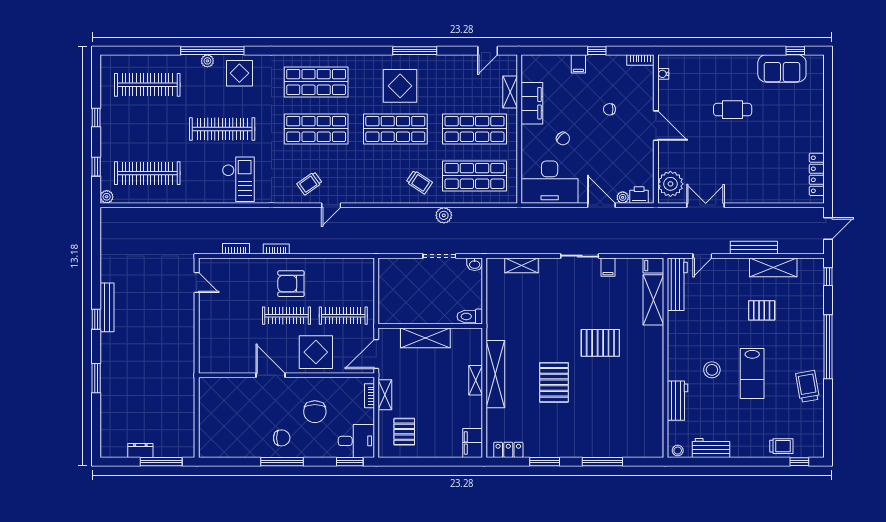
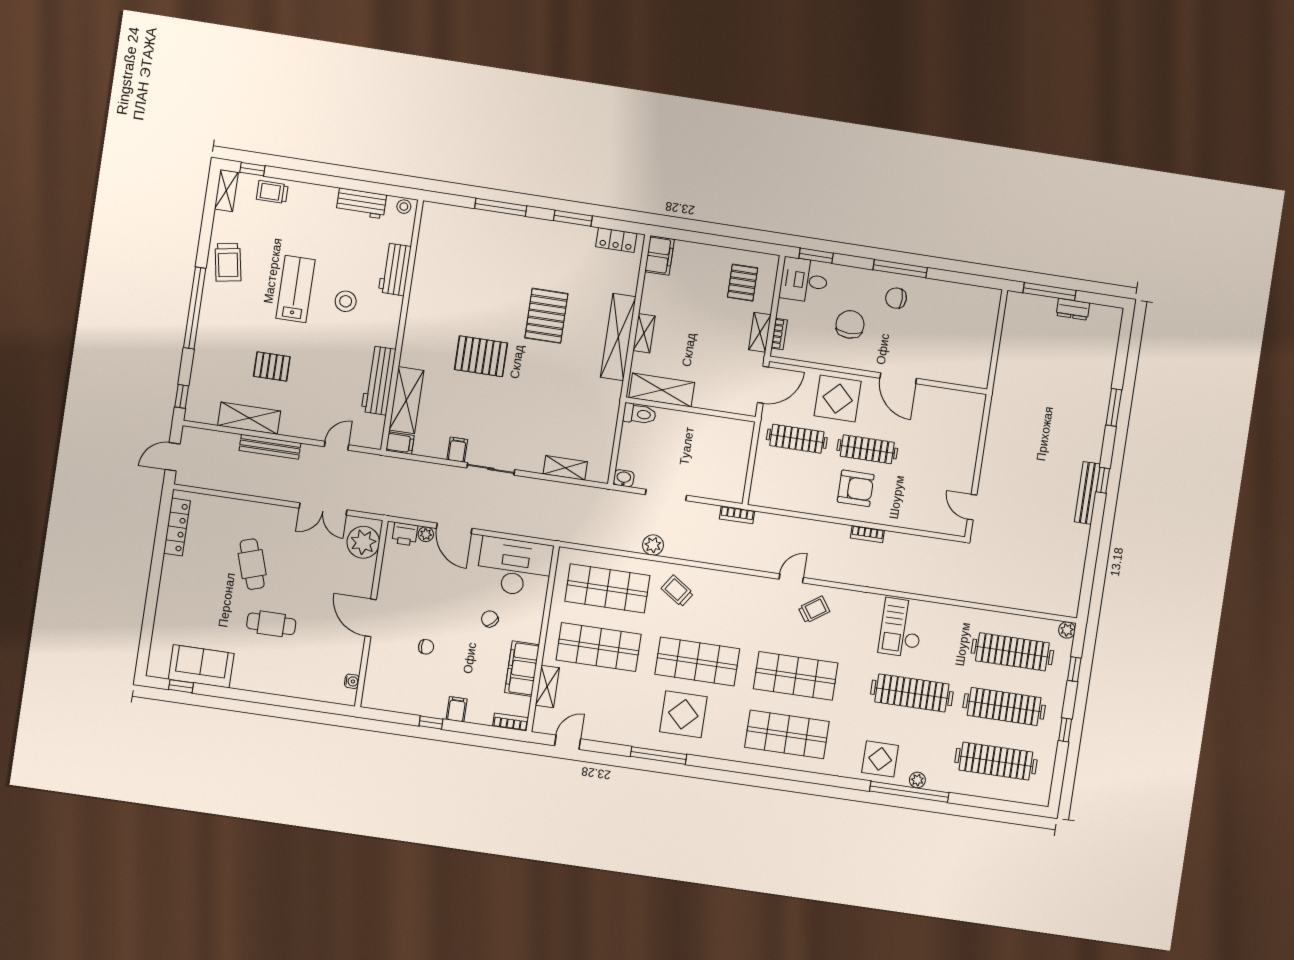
bookcase: (640, 60) -> (511, 722), moved
clothes rail: (147, 129) -> (1004, 706), added
cafe table: (754, 154) -> (252, 564), added
bookcase: (236, 249) -> (737, 515), moved
workbench: (677, 284) -> (379, 380), moved
shelving: (425, 338) -> (662, 390), moved
shelving: (817, 442) -> (226, 191), added

